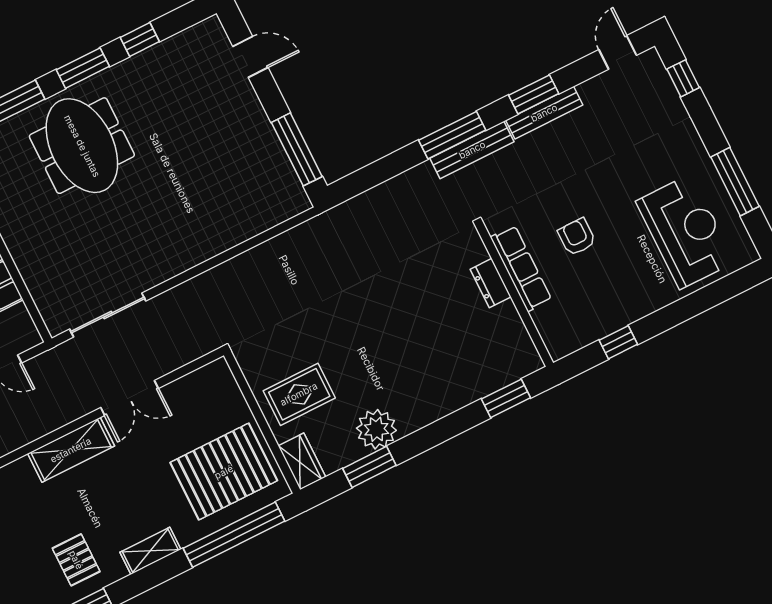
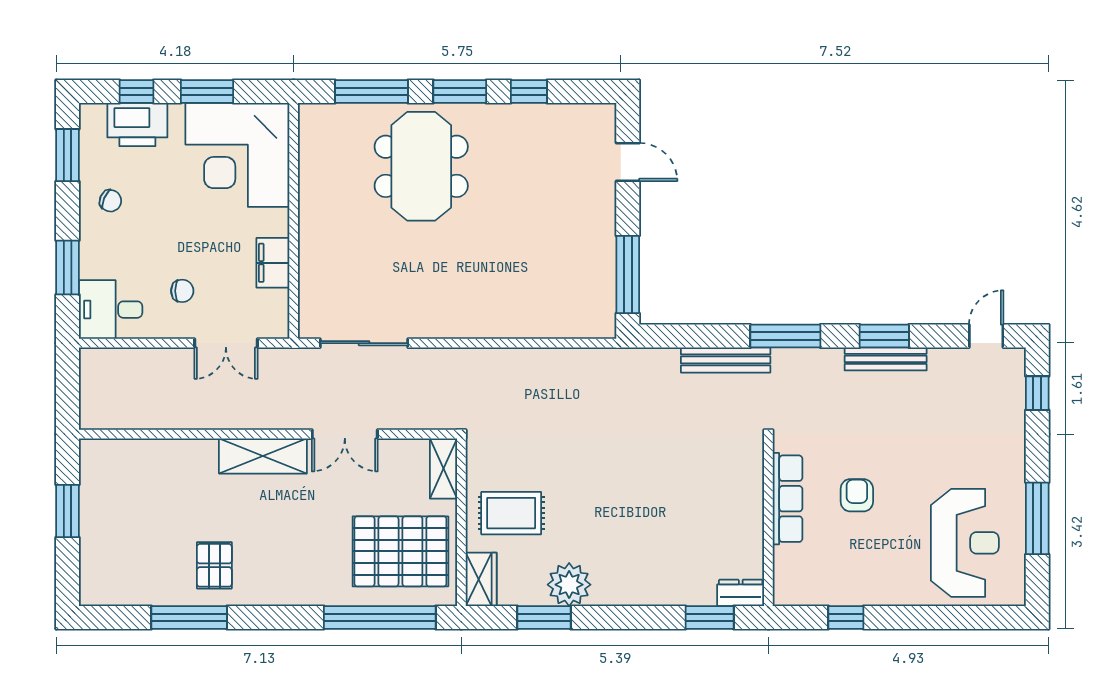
bench: (472, 150) -> (726, 360), moved
dresser: (491, 283) -> (741, 593), moved, turned 90
shelving: (150, 551) -> (444, 469), moved, turned 90

